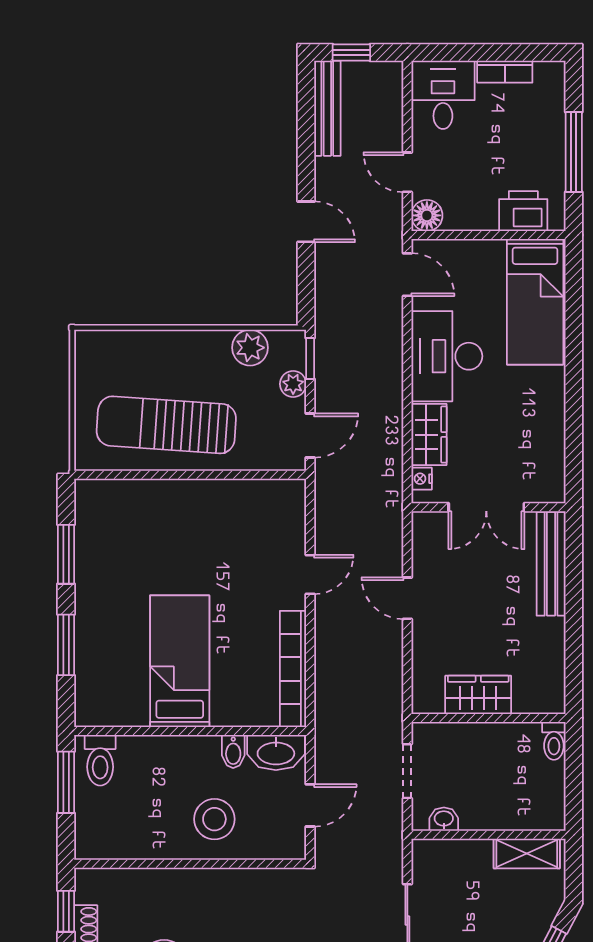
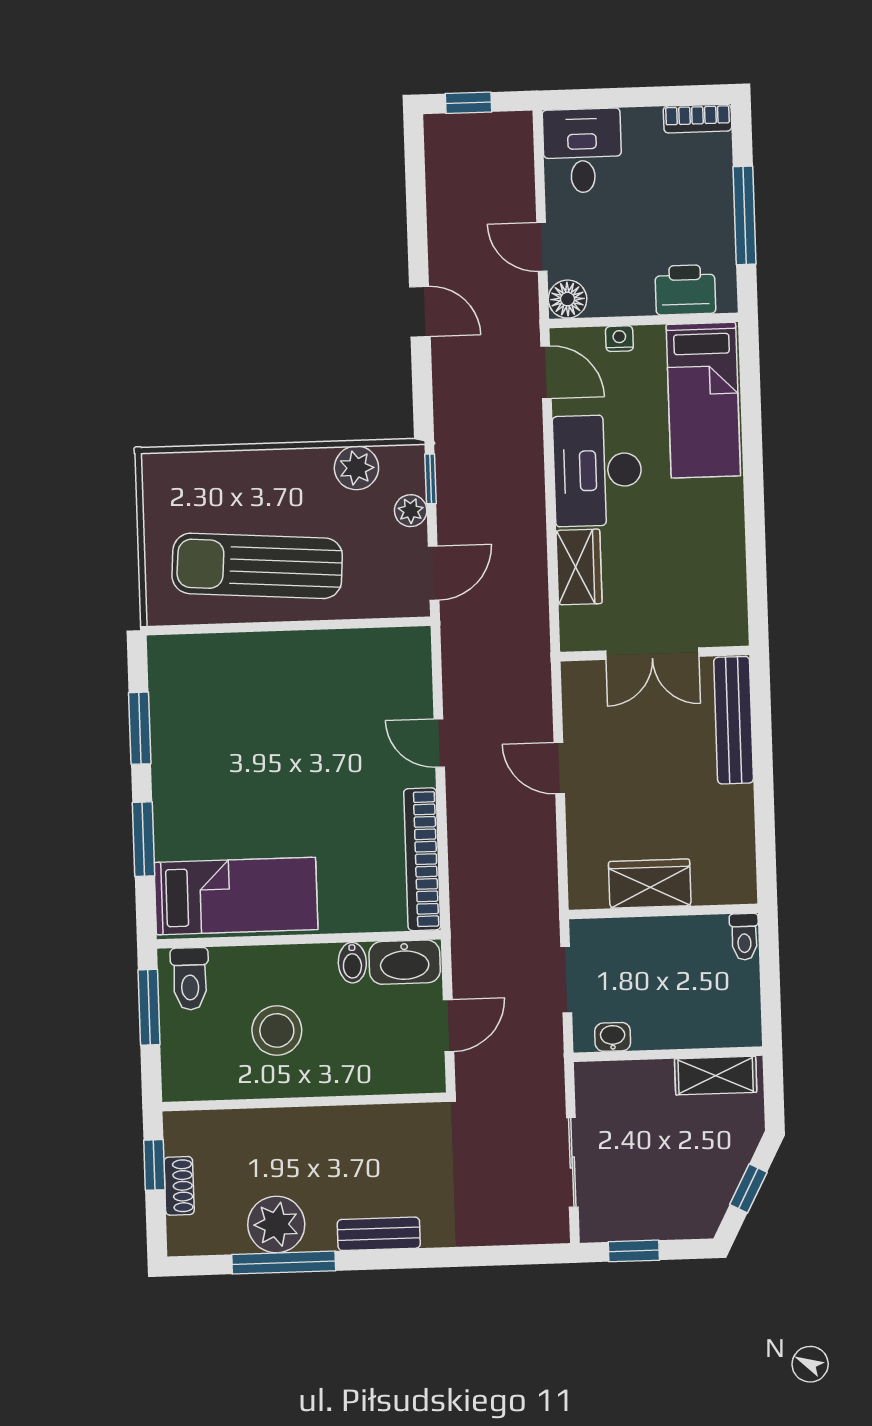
bookcase: (505, 72) -> (698, 119), moved
bench: (327, 108) -> (441, 172), removed
nightstand: (422, 479) -> (619, 339), moved, turned 90
door: (310, 575) -> (439, 743), swing flipped
bed: (180, 661) -> (236, 896), moved, turned 90
stool: (214, 819) -> (277, 1030), moved

